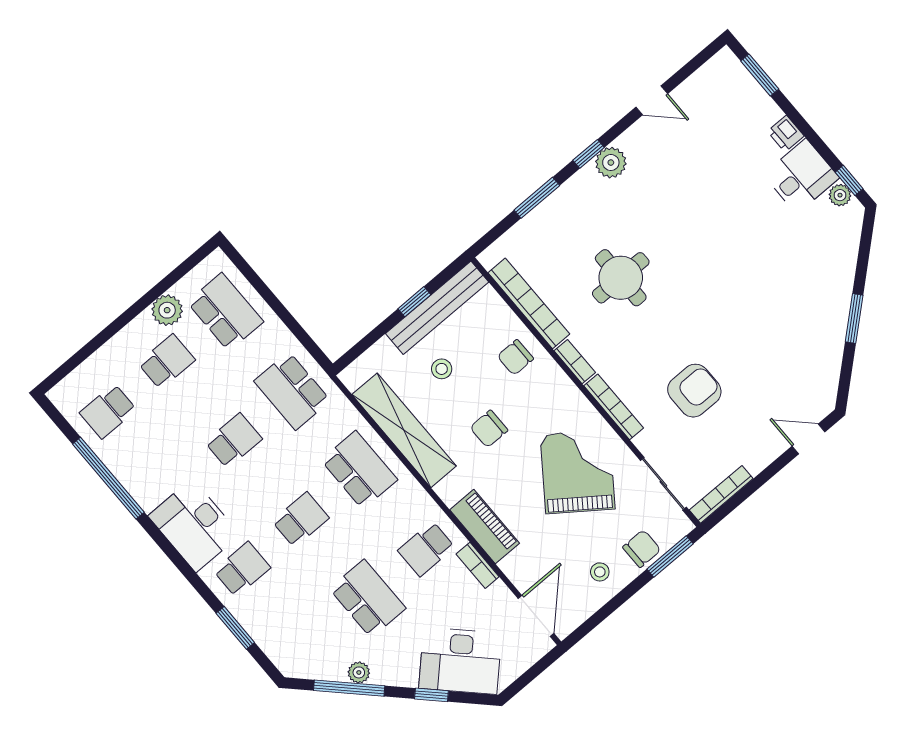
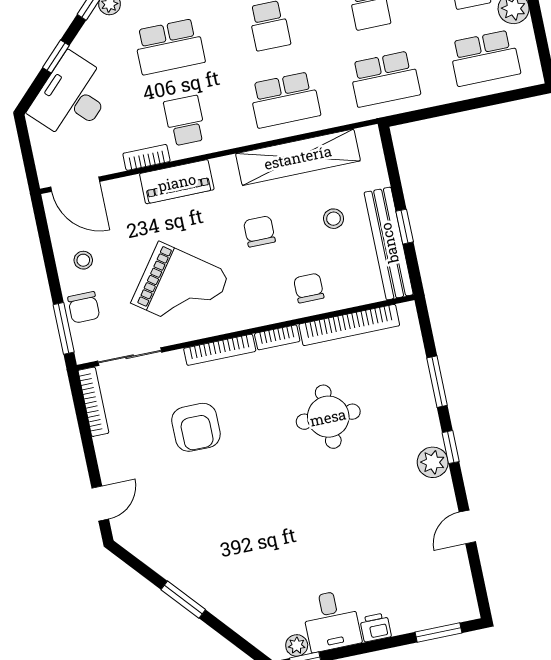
school desk: (292, 391) -> (385, 79), turned 180

